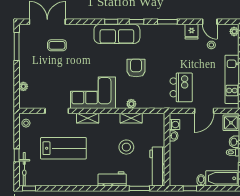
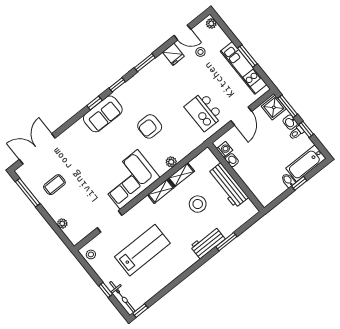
sofa: (117, 34) -> (103, 114), width x0.73
coffee table: (57, 45) -> (54, 185), moved
armchair: (136, 68) -> (150, 126), turned -90
kitchen island: (181, 87) -> (204, 111), turned 180
shelving: (88, 118) -> (161, 191), moved
workbench: (157, 166) -> (228, 185), moved
window: (139, 188) -> (226, 242), moved
window: (190, 188) -> (299, 183), moved

